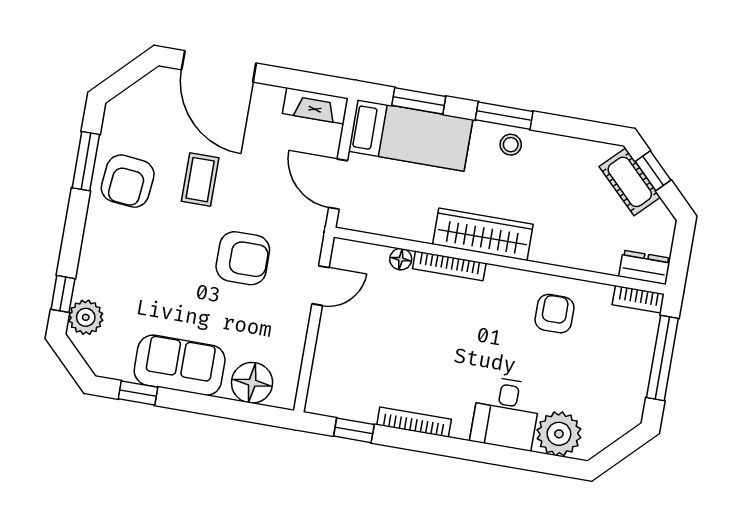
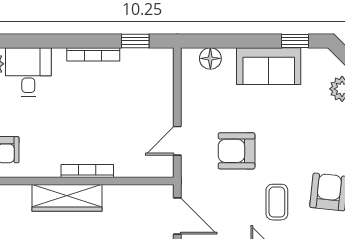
floor lamp: (401, 259) -> (123, 170), removed
floor lamp: (252, 383) -> (210, 58), width x0.73, depth x0.73

